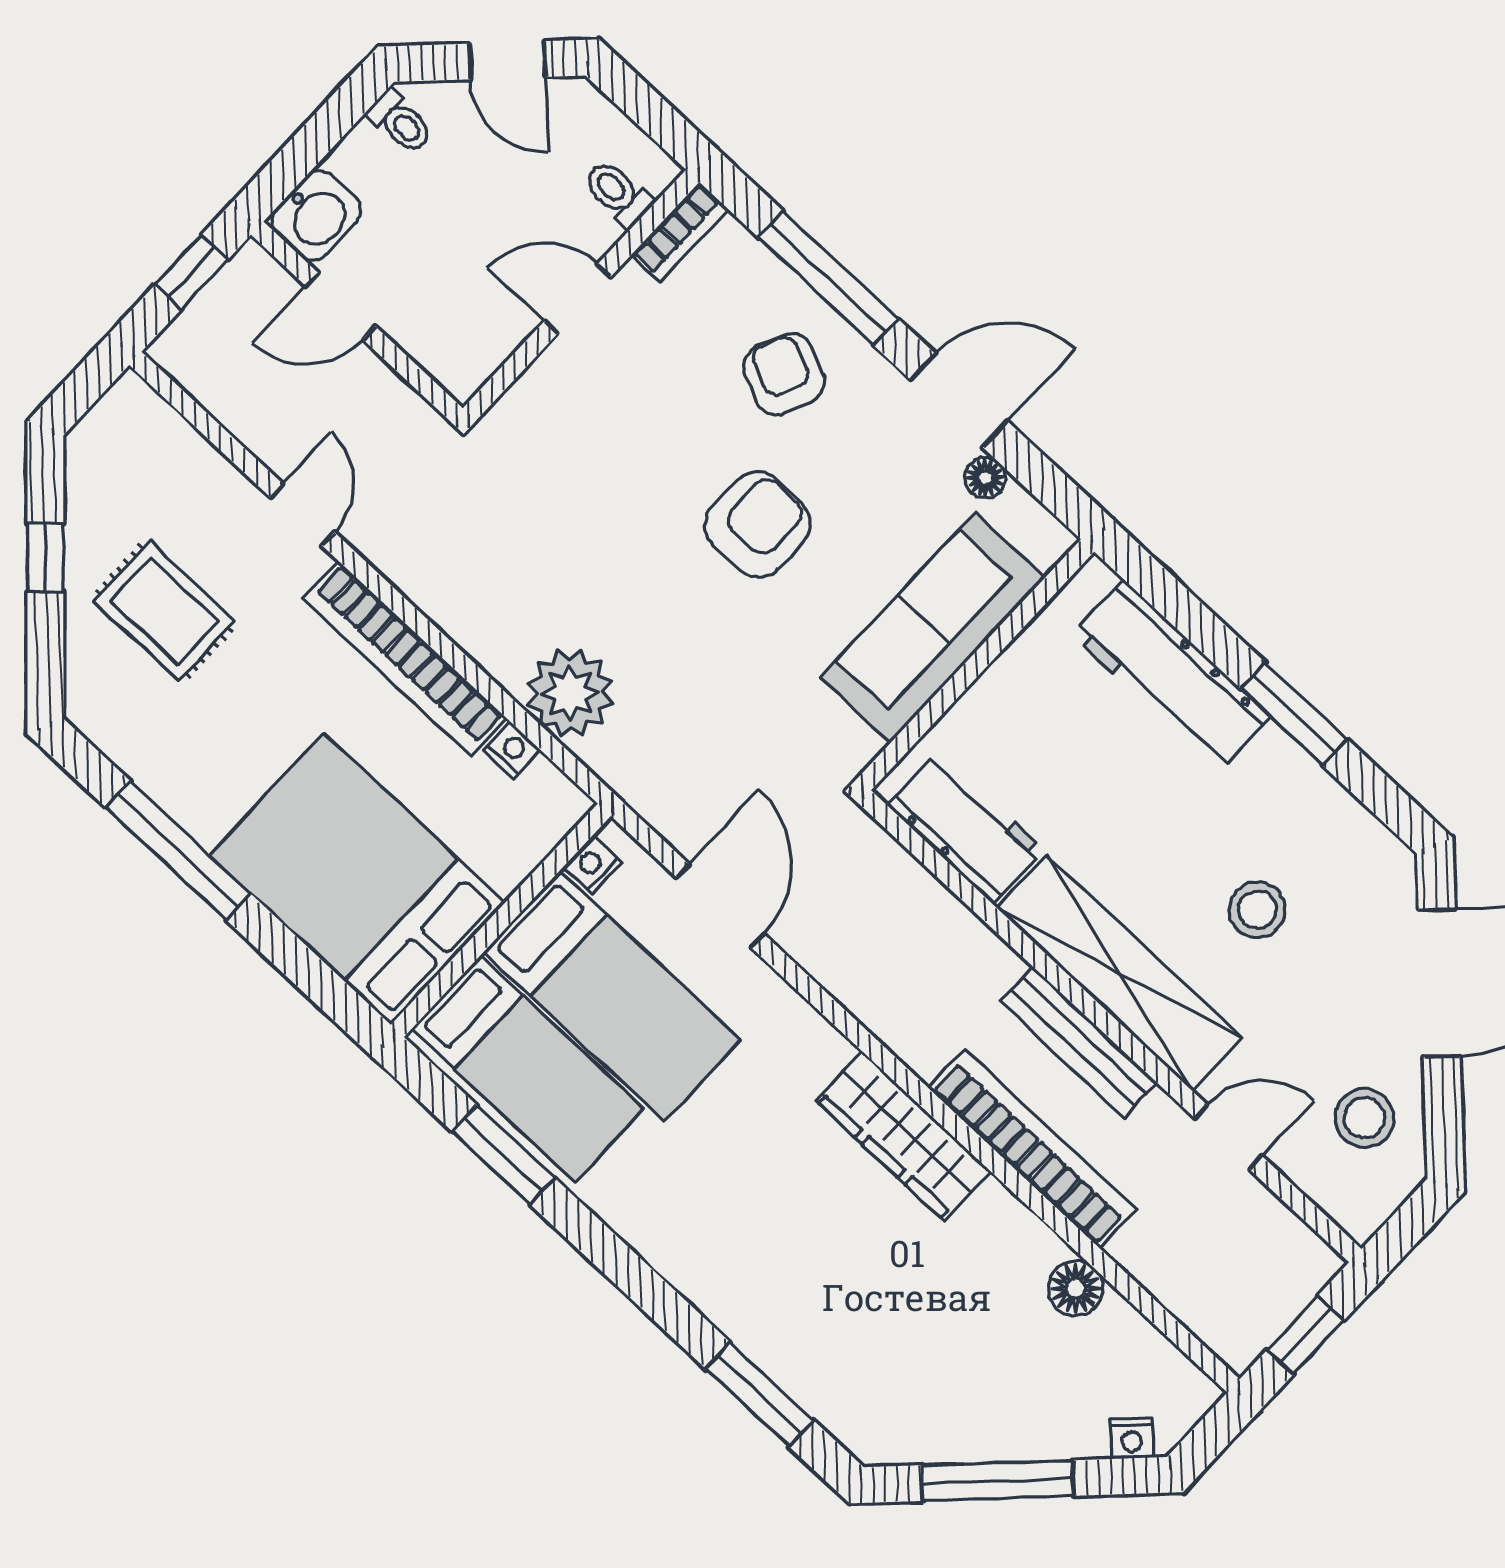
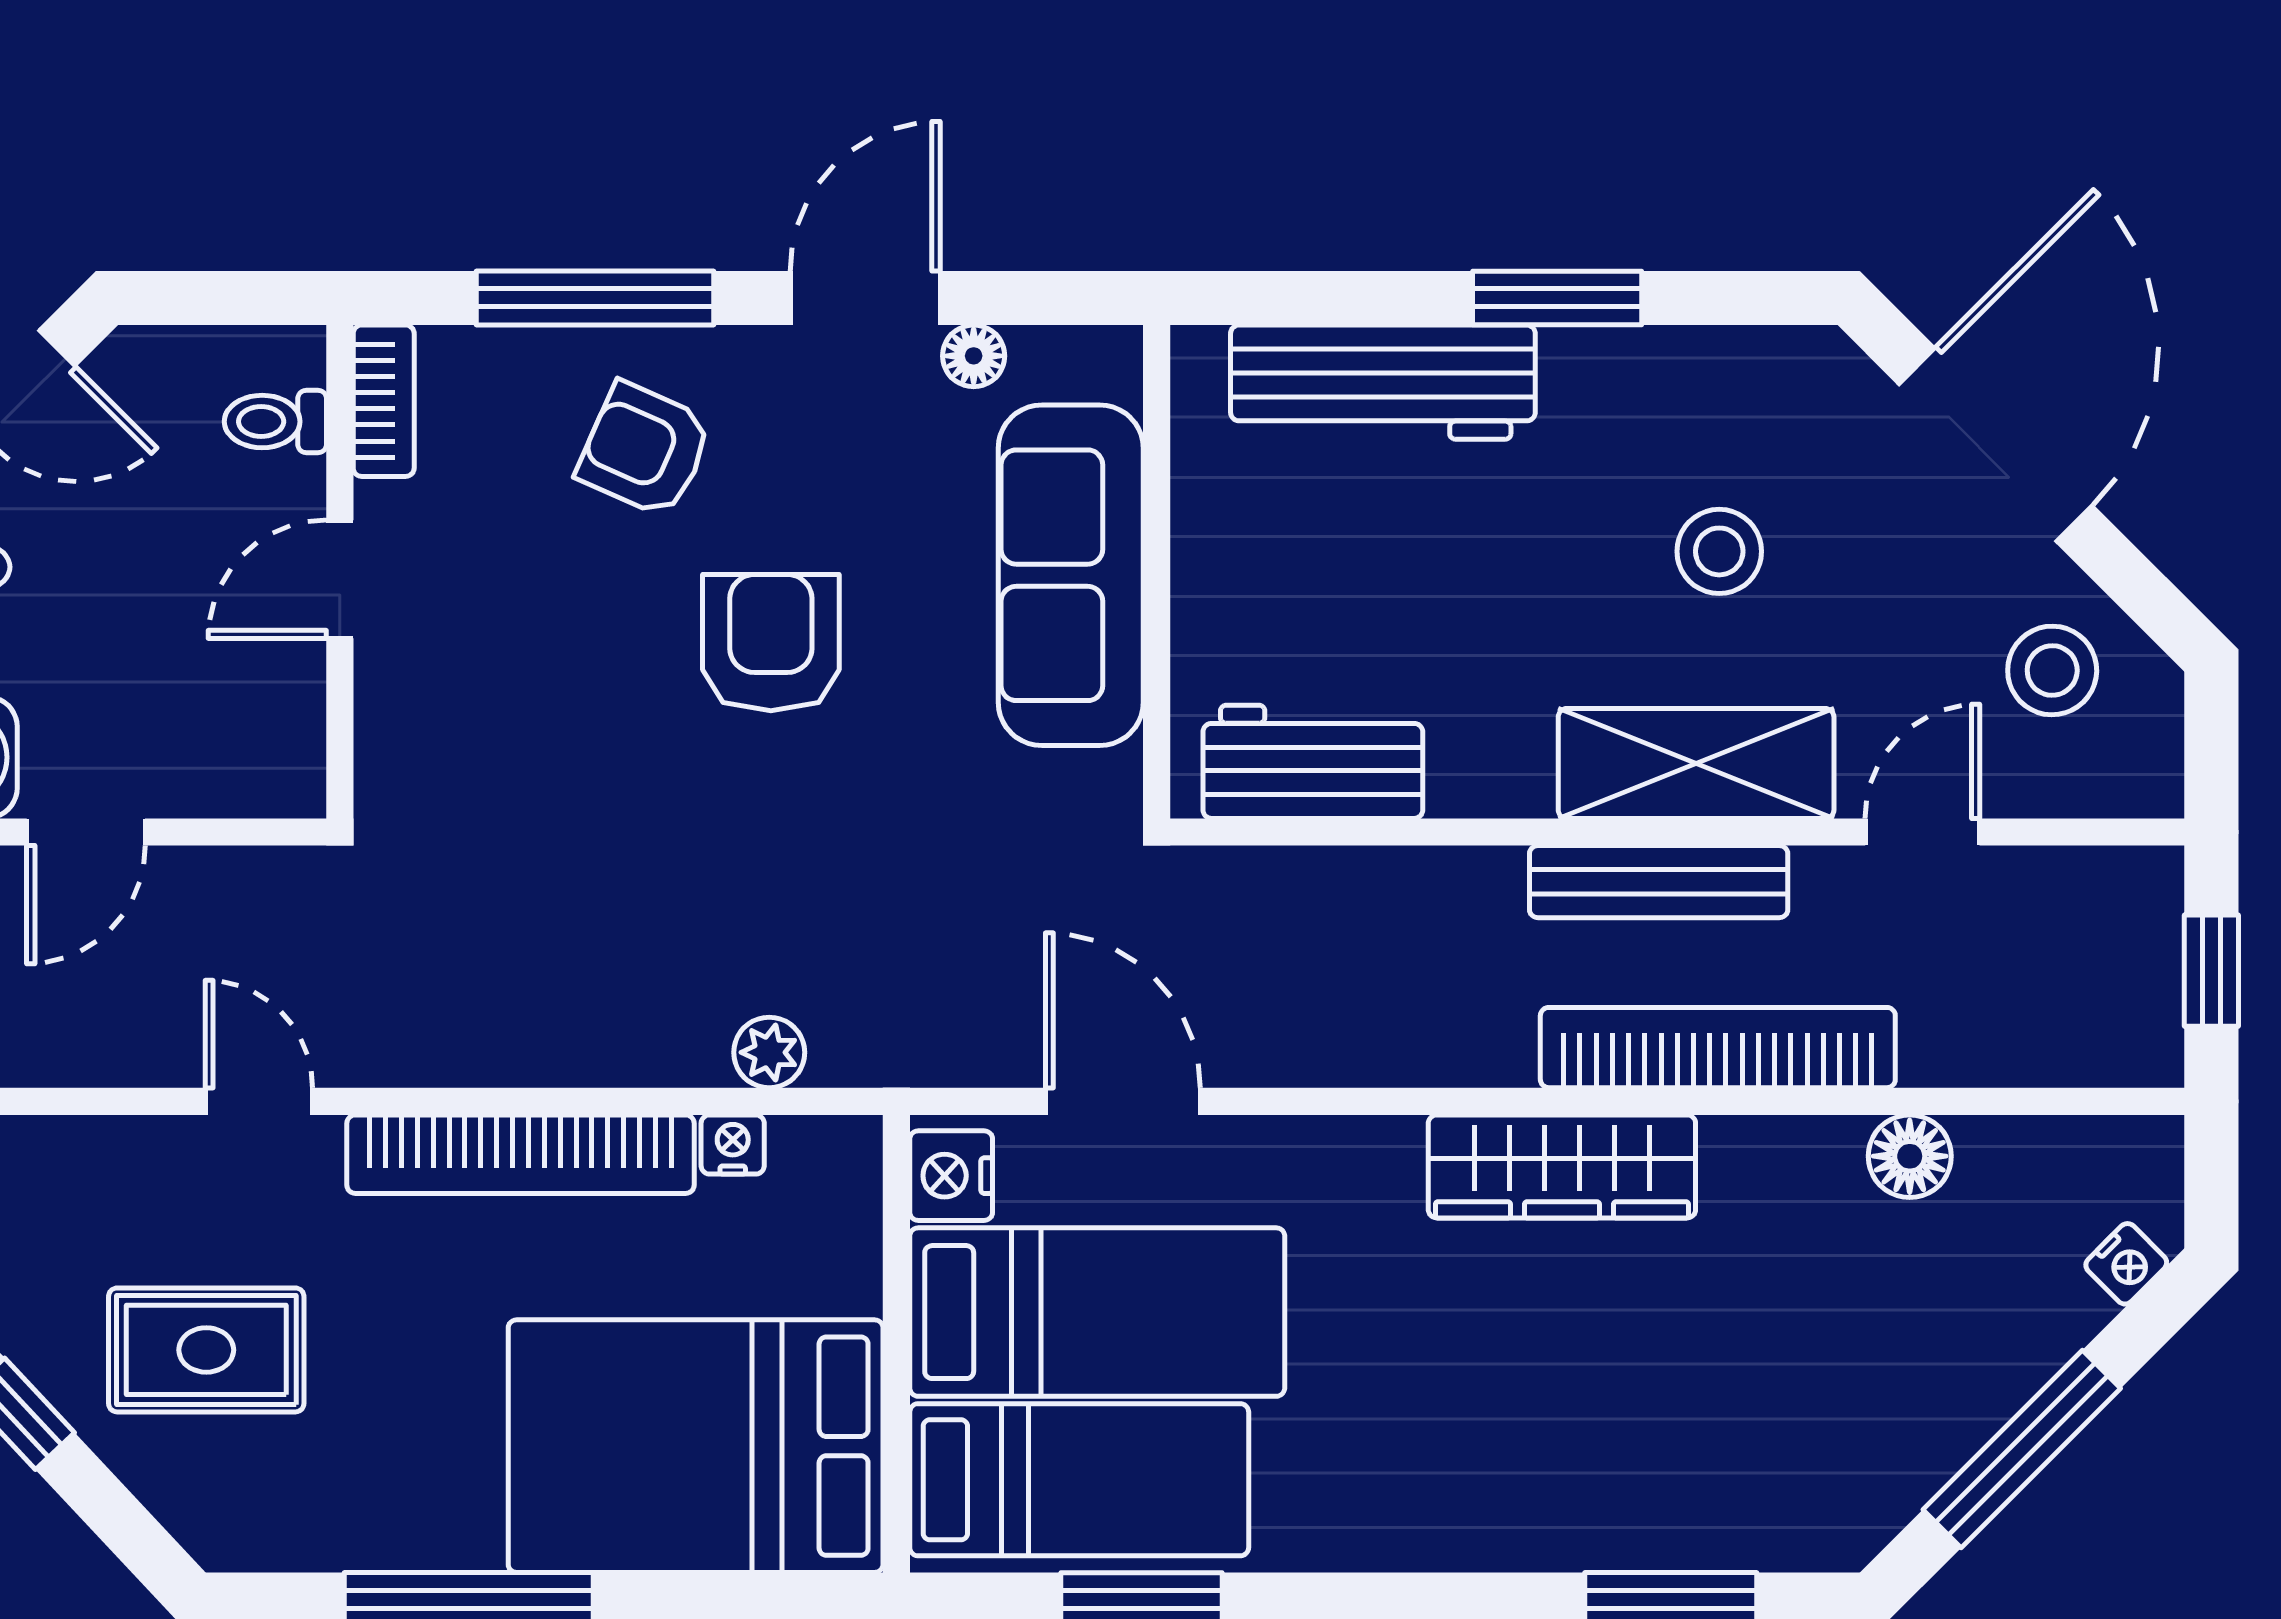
plant: (570, 693) -> (769, 1052), width x0.53, depth x0.53
nightstand: (593, 865) -> (951, 1176), width x1.39, depth x1.35
shelving: (1119, 973) -> (1696, 763), width x0.68

